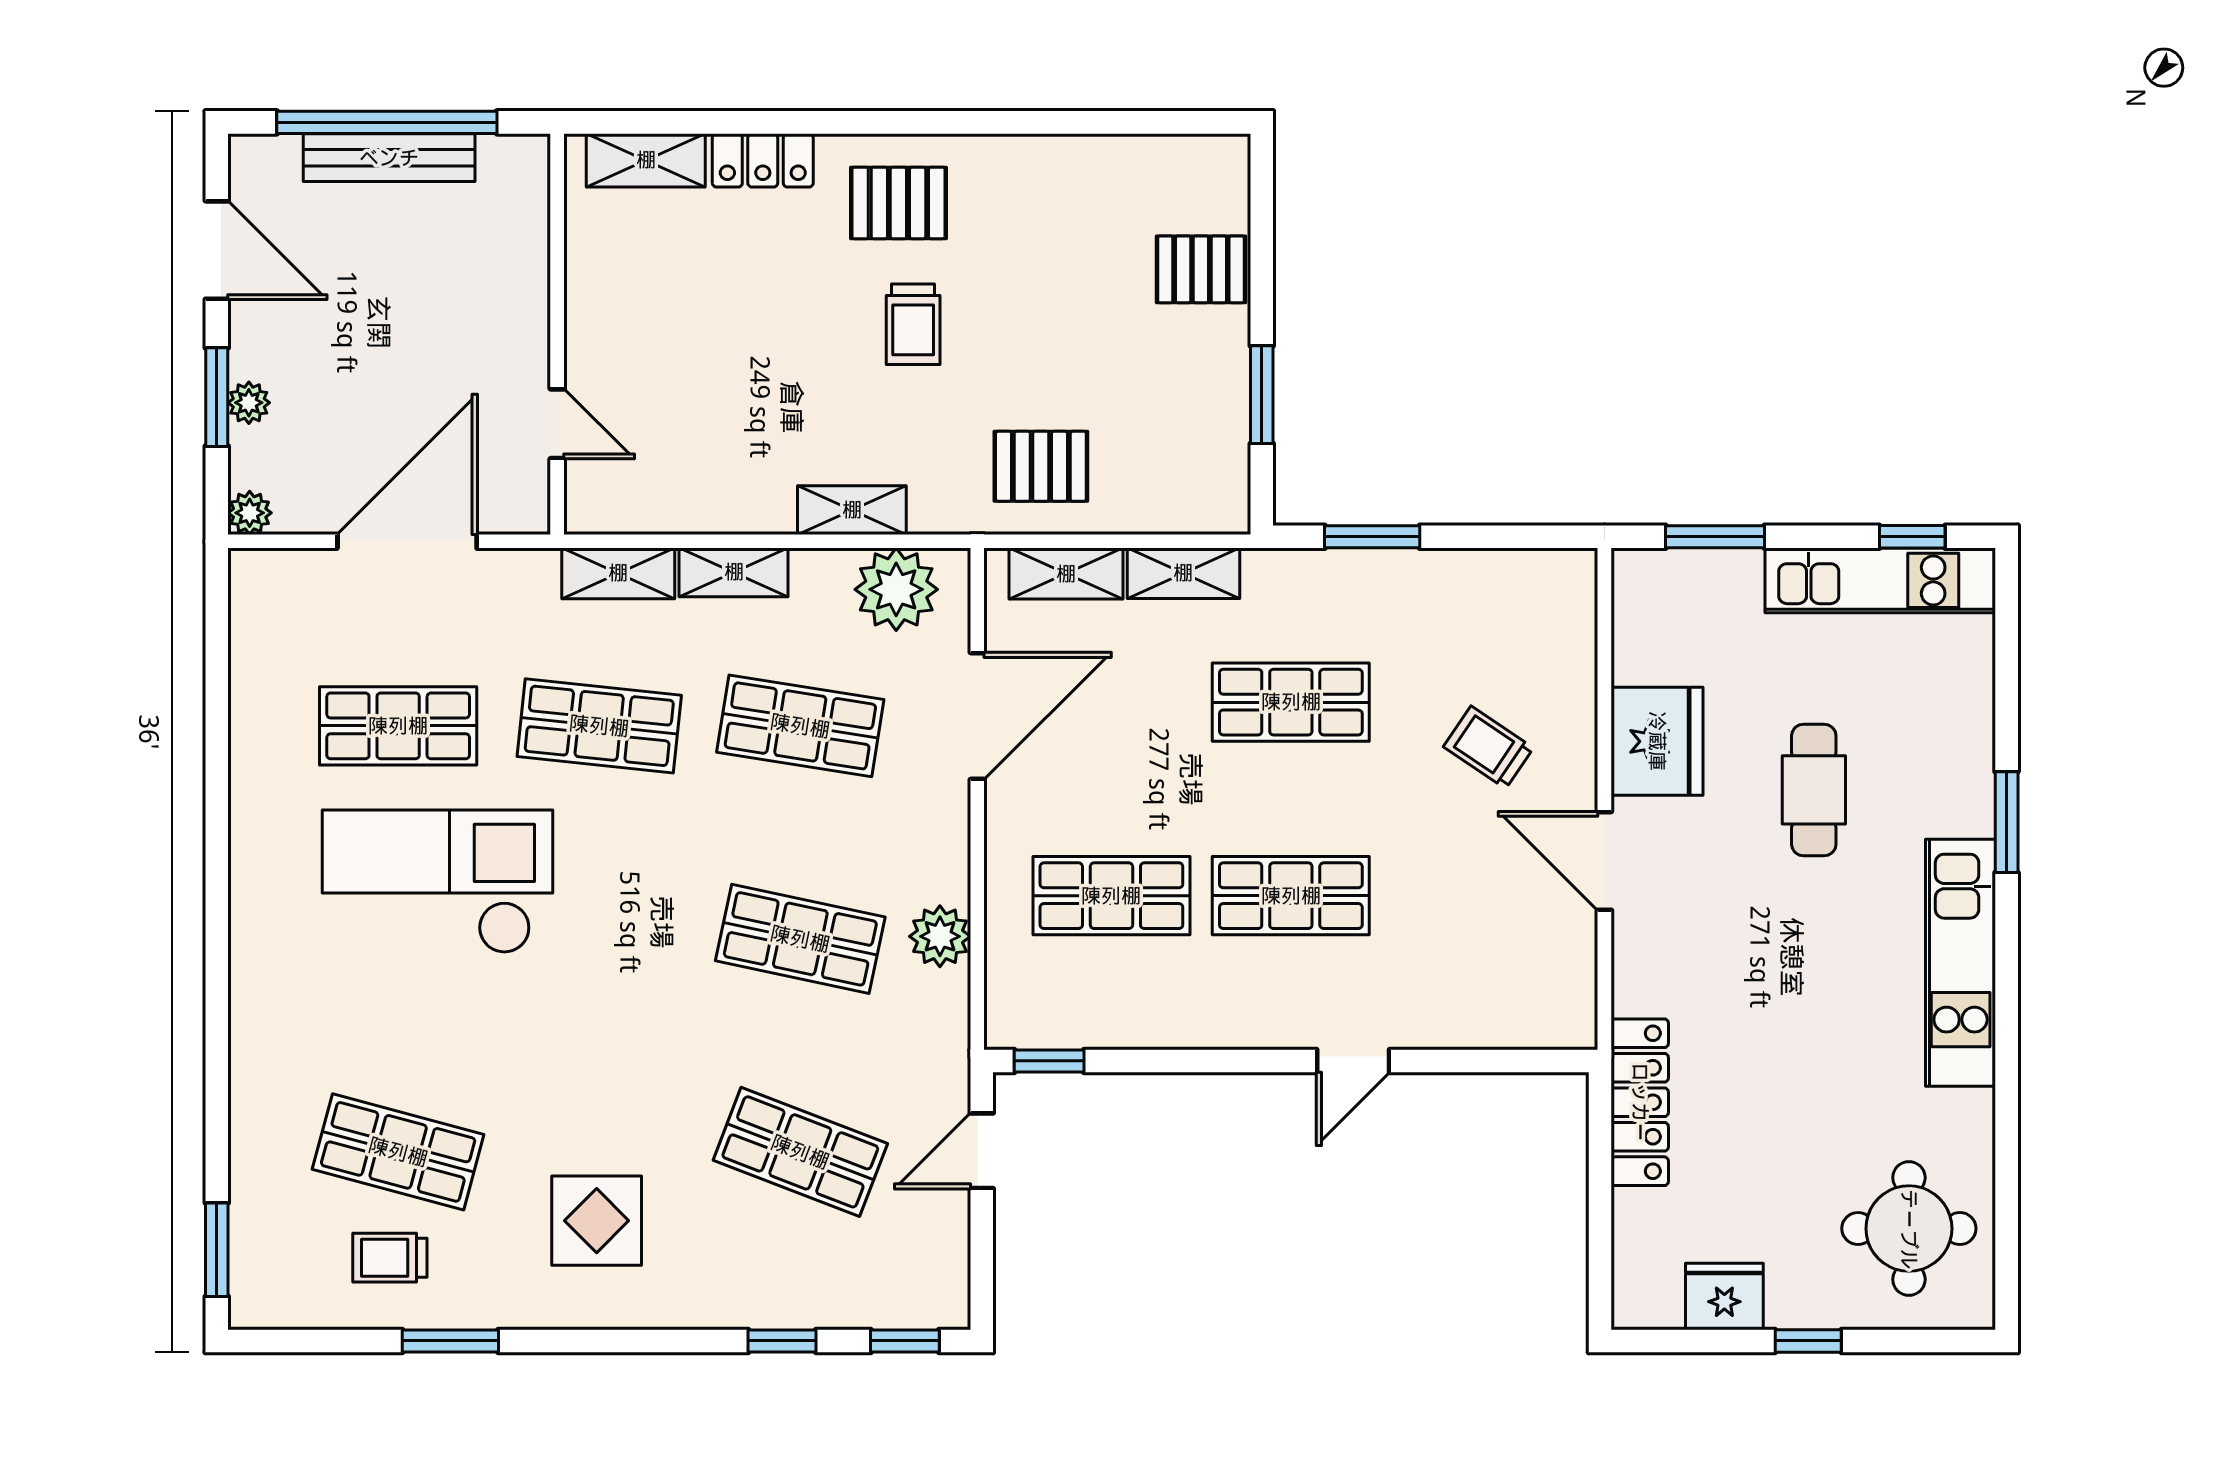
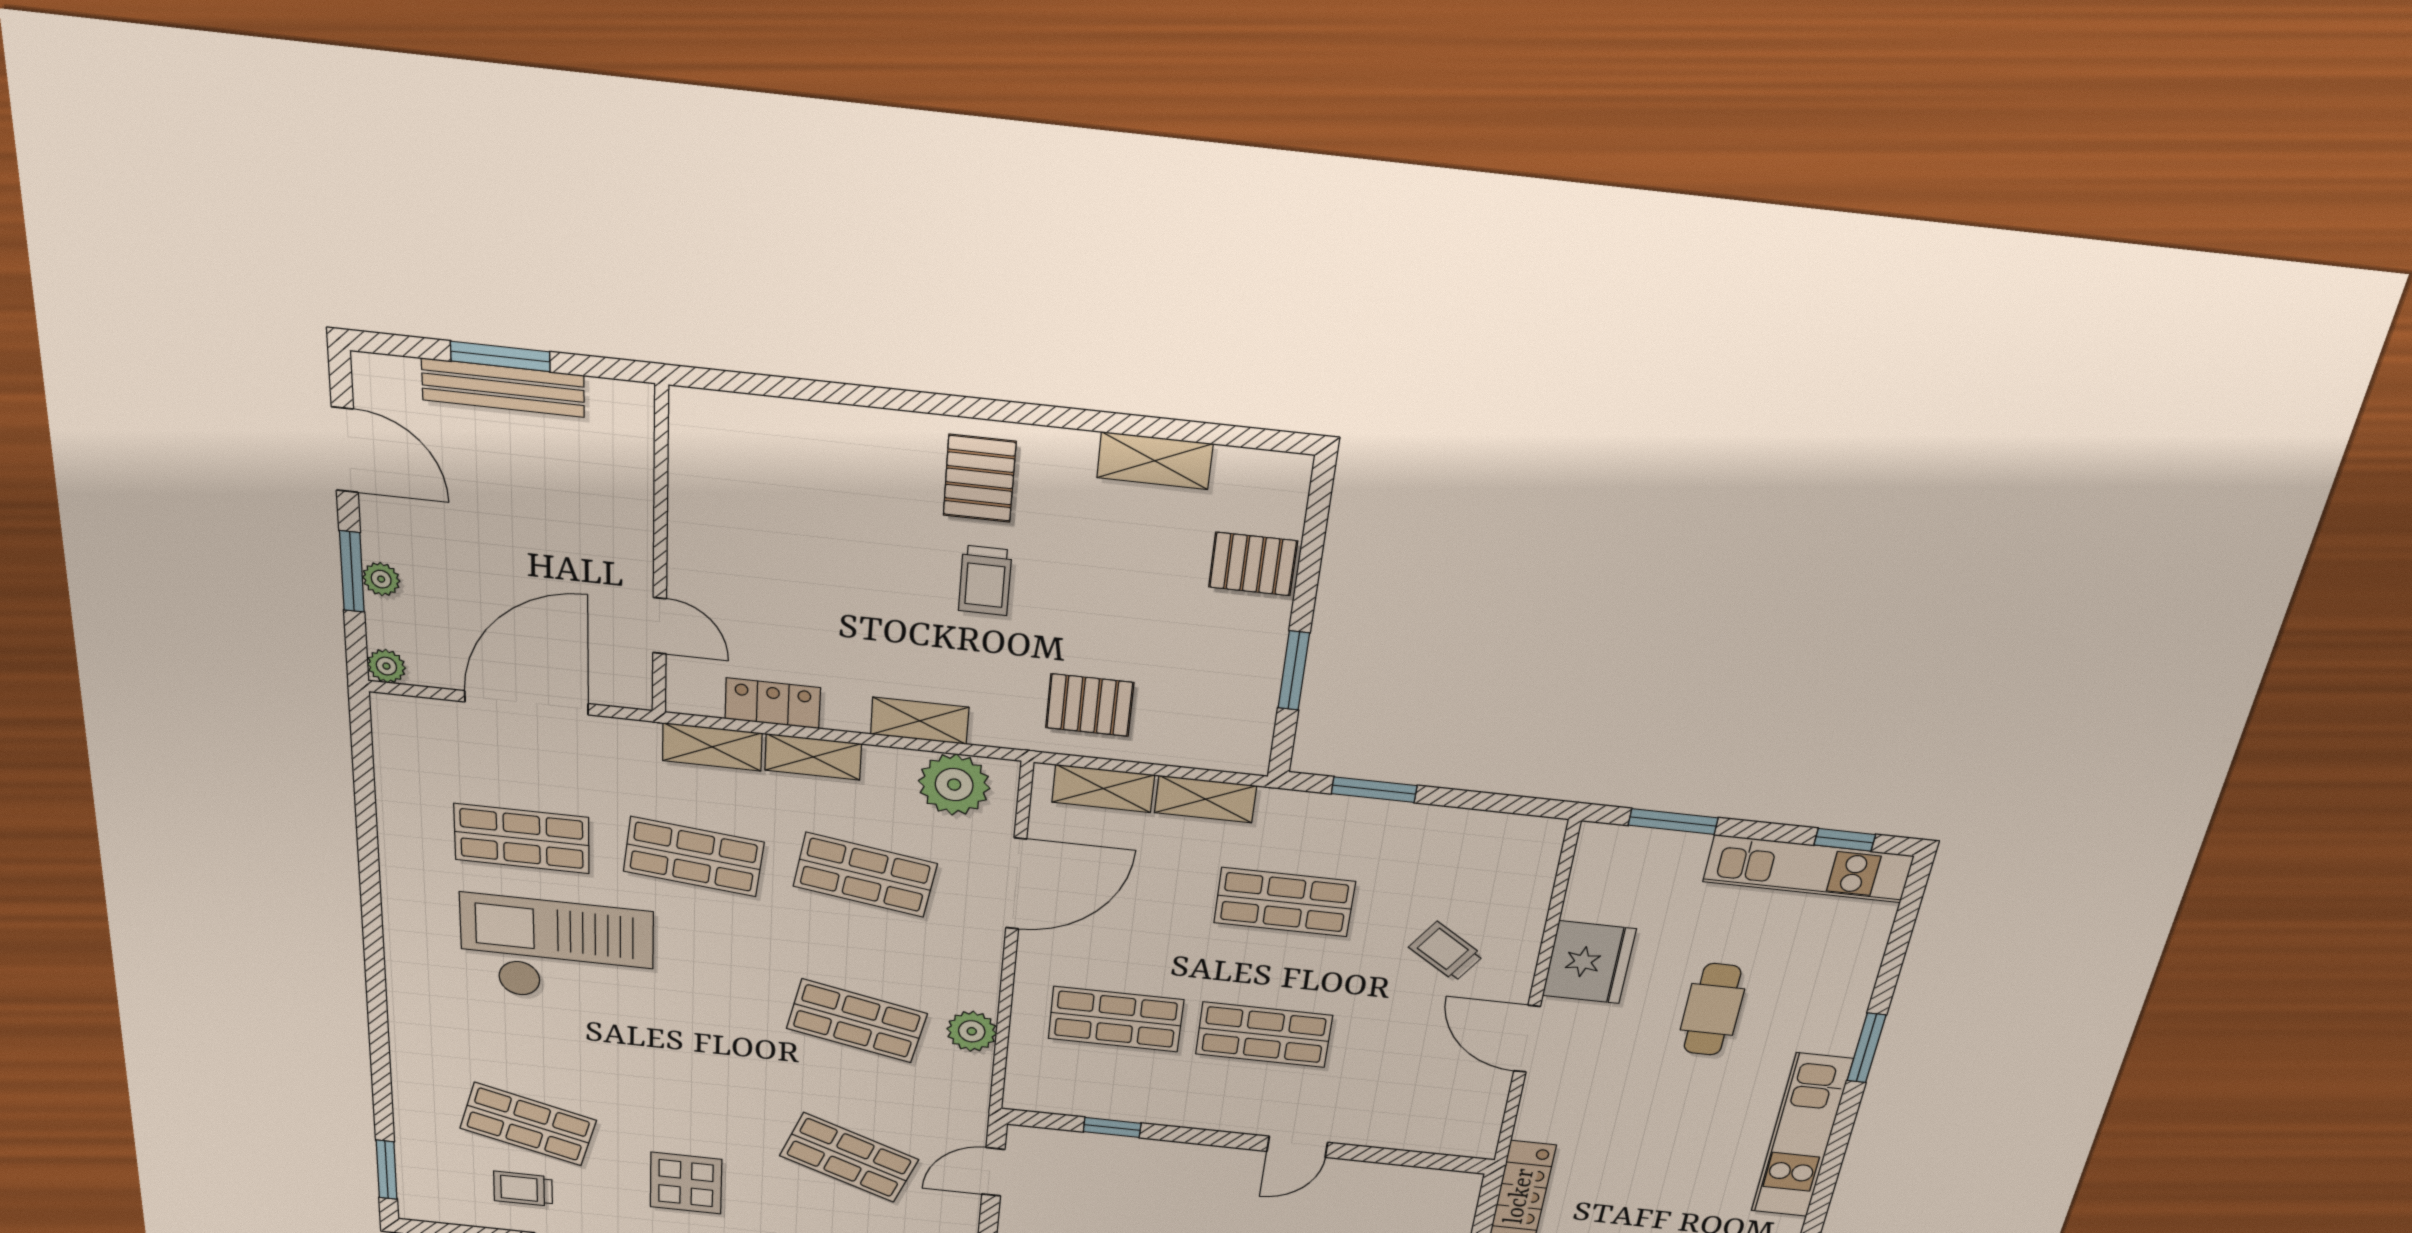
window: (387, 122) -> (500, 356), width x0.47
shelving: (646, 160) -> (1155, 461), moved
locker: (763, 160) -> (773, 703), moved, turned 180
pallet: (898, 203) -> (980, 478), turned 90
window: (1049, 1061) -> (1112, 1127), moved

